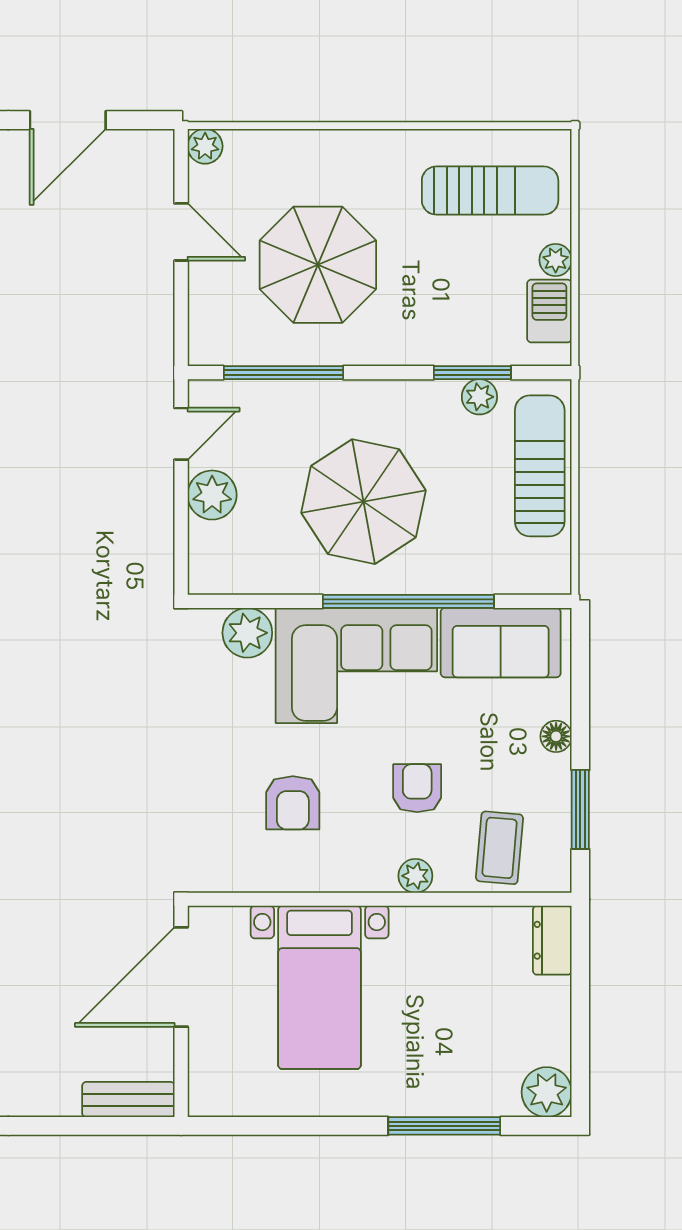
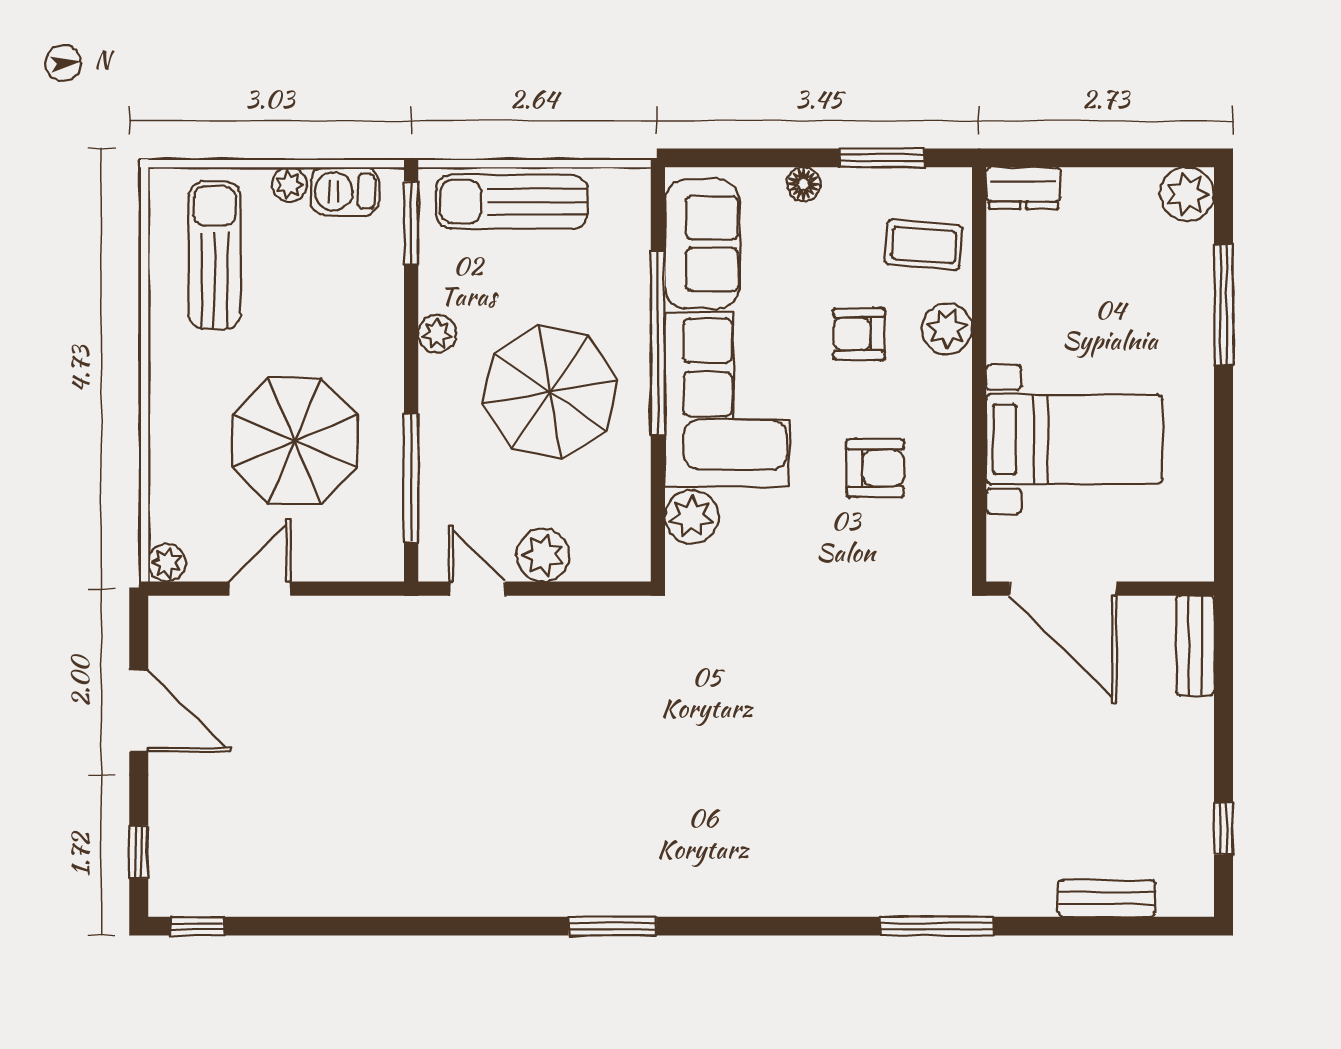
window: (472, 373) -> (411, 223), moved
plant: (479, 397) -> (437, 334), moved
plant: (415, 876) -> (947, 329), width x1.38, depth x1.38

